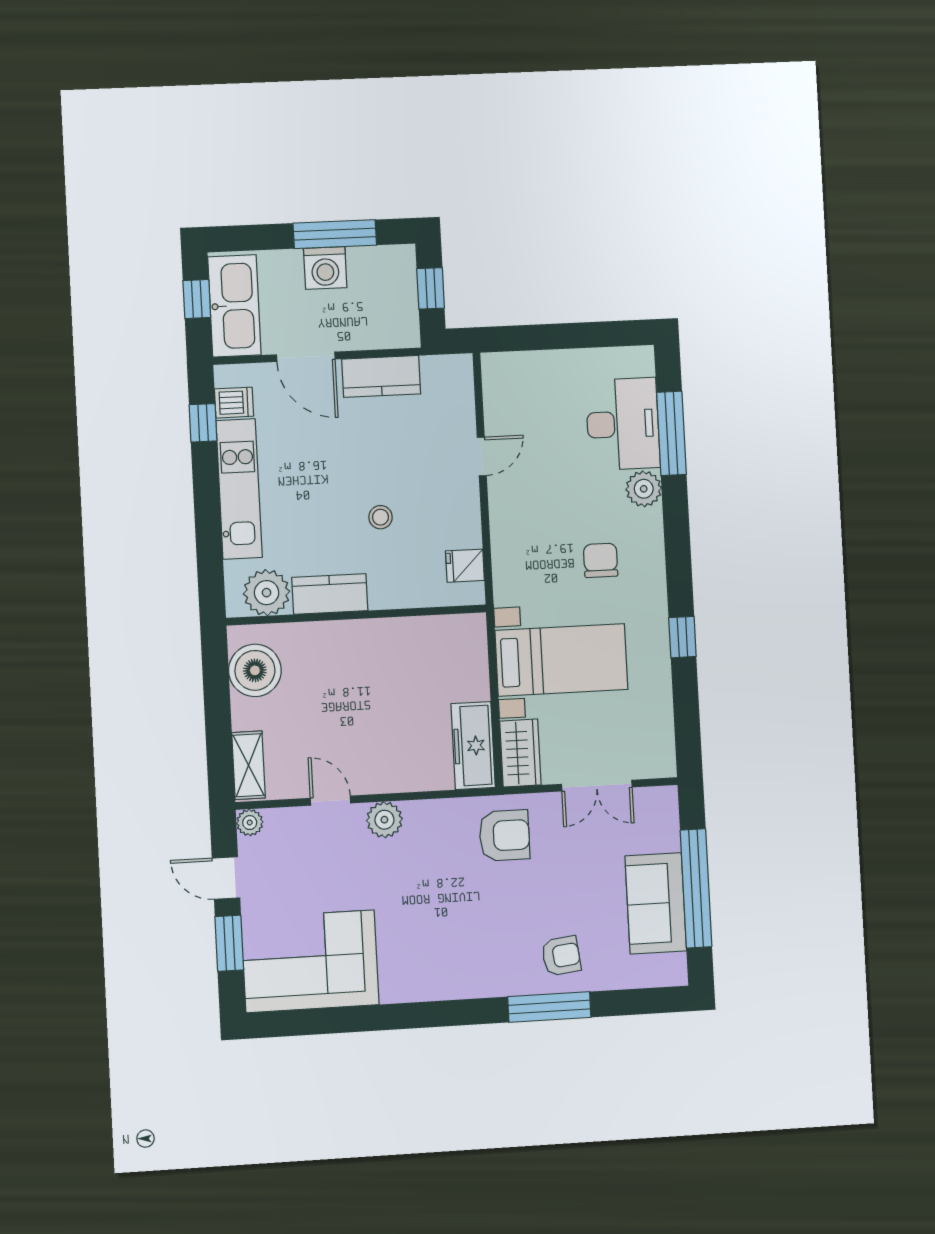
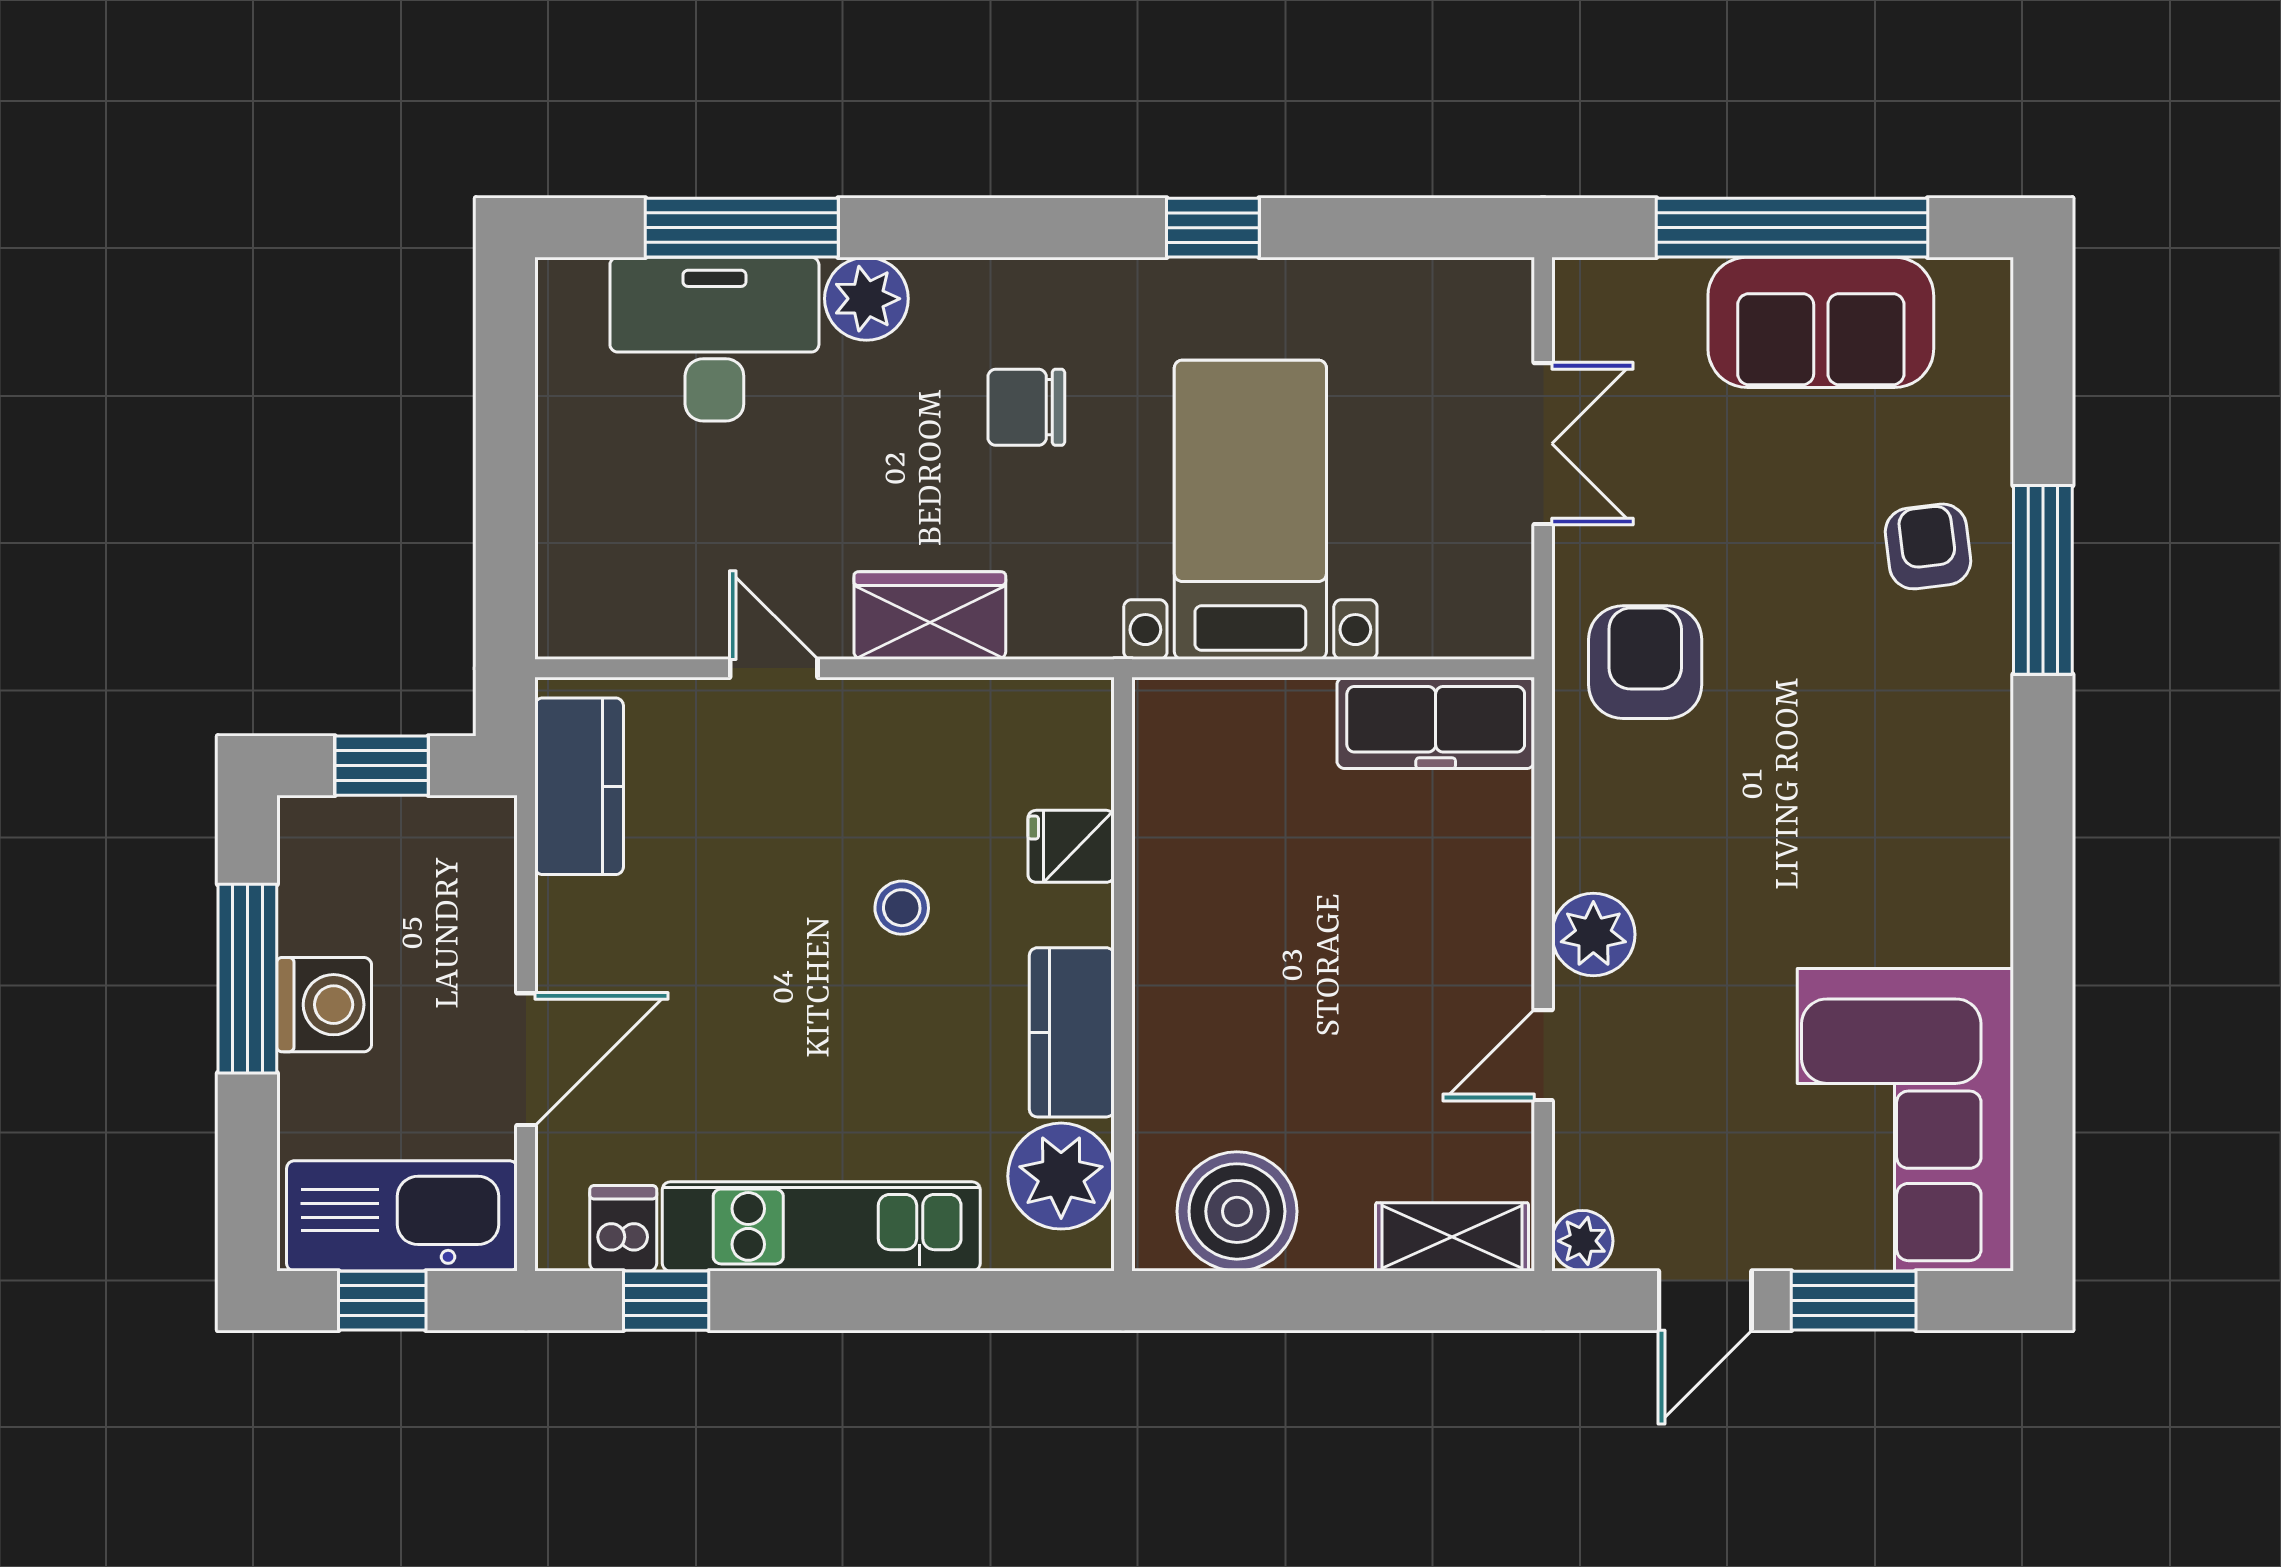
kitchen counter: (381, 376) -> (579, 786), moved
fridge: (465, 566) -> (1071, 846), moved, turned 90
wardrobe: (520, 753) -> (930, 616), moved

